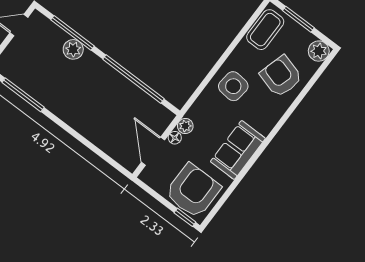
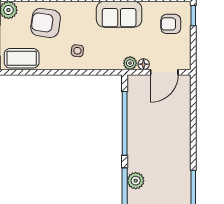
armchair: (281, 76) -> (46, 23), turned 82
side table: (233, 86) -> (77, 51), width x0.54, depth x0.54
armchair: (193, 191) -> (171, 24), width x0.53, depth x0.53

